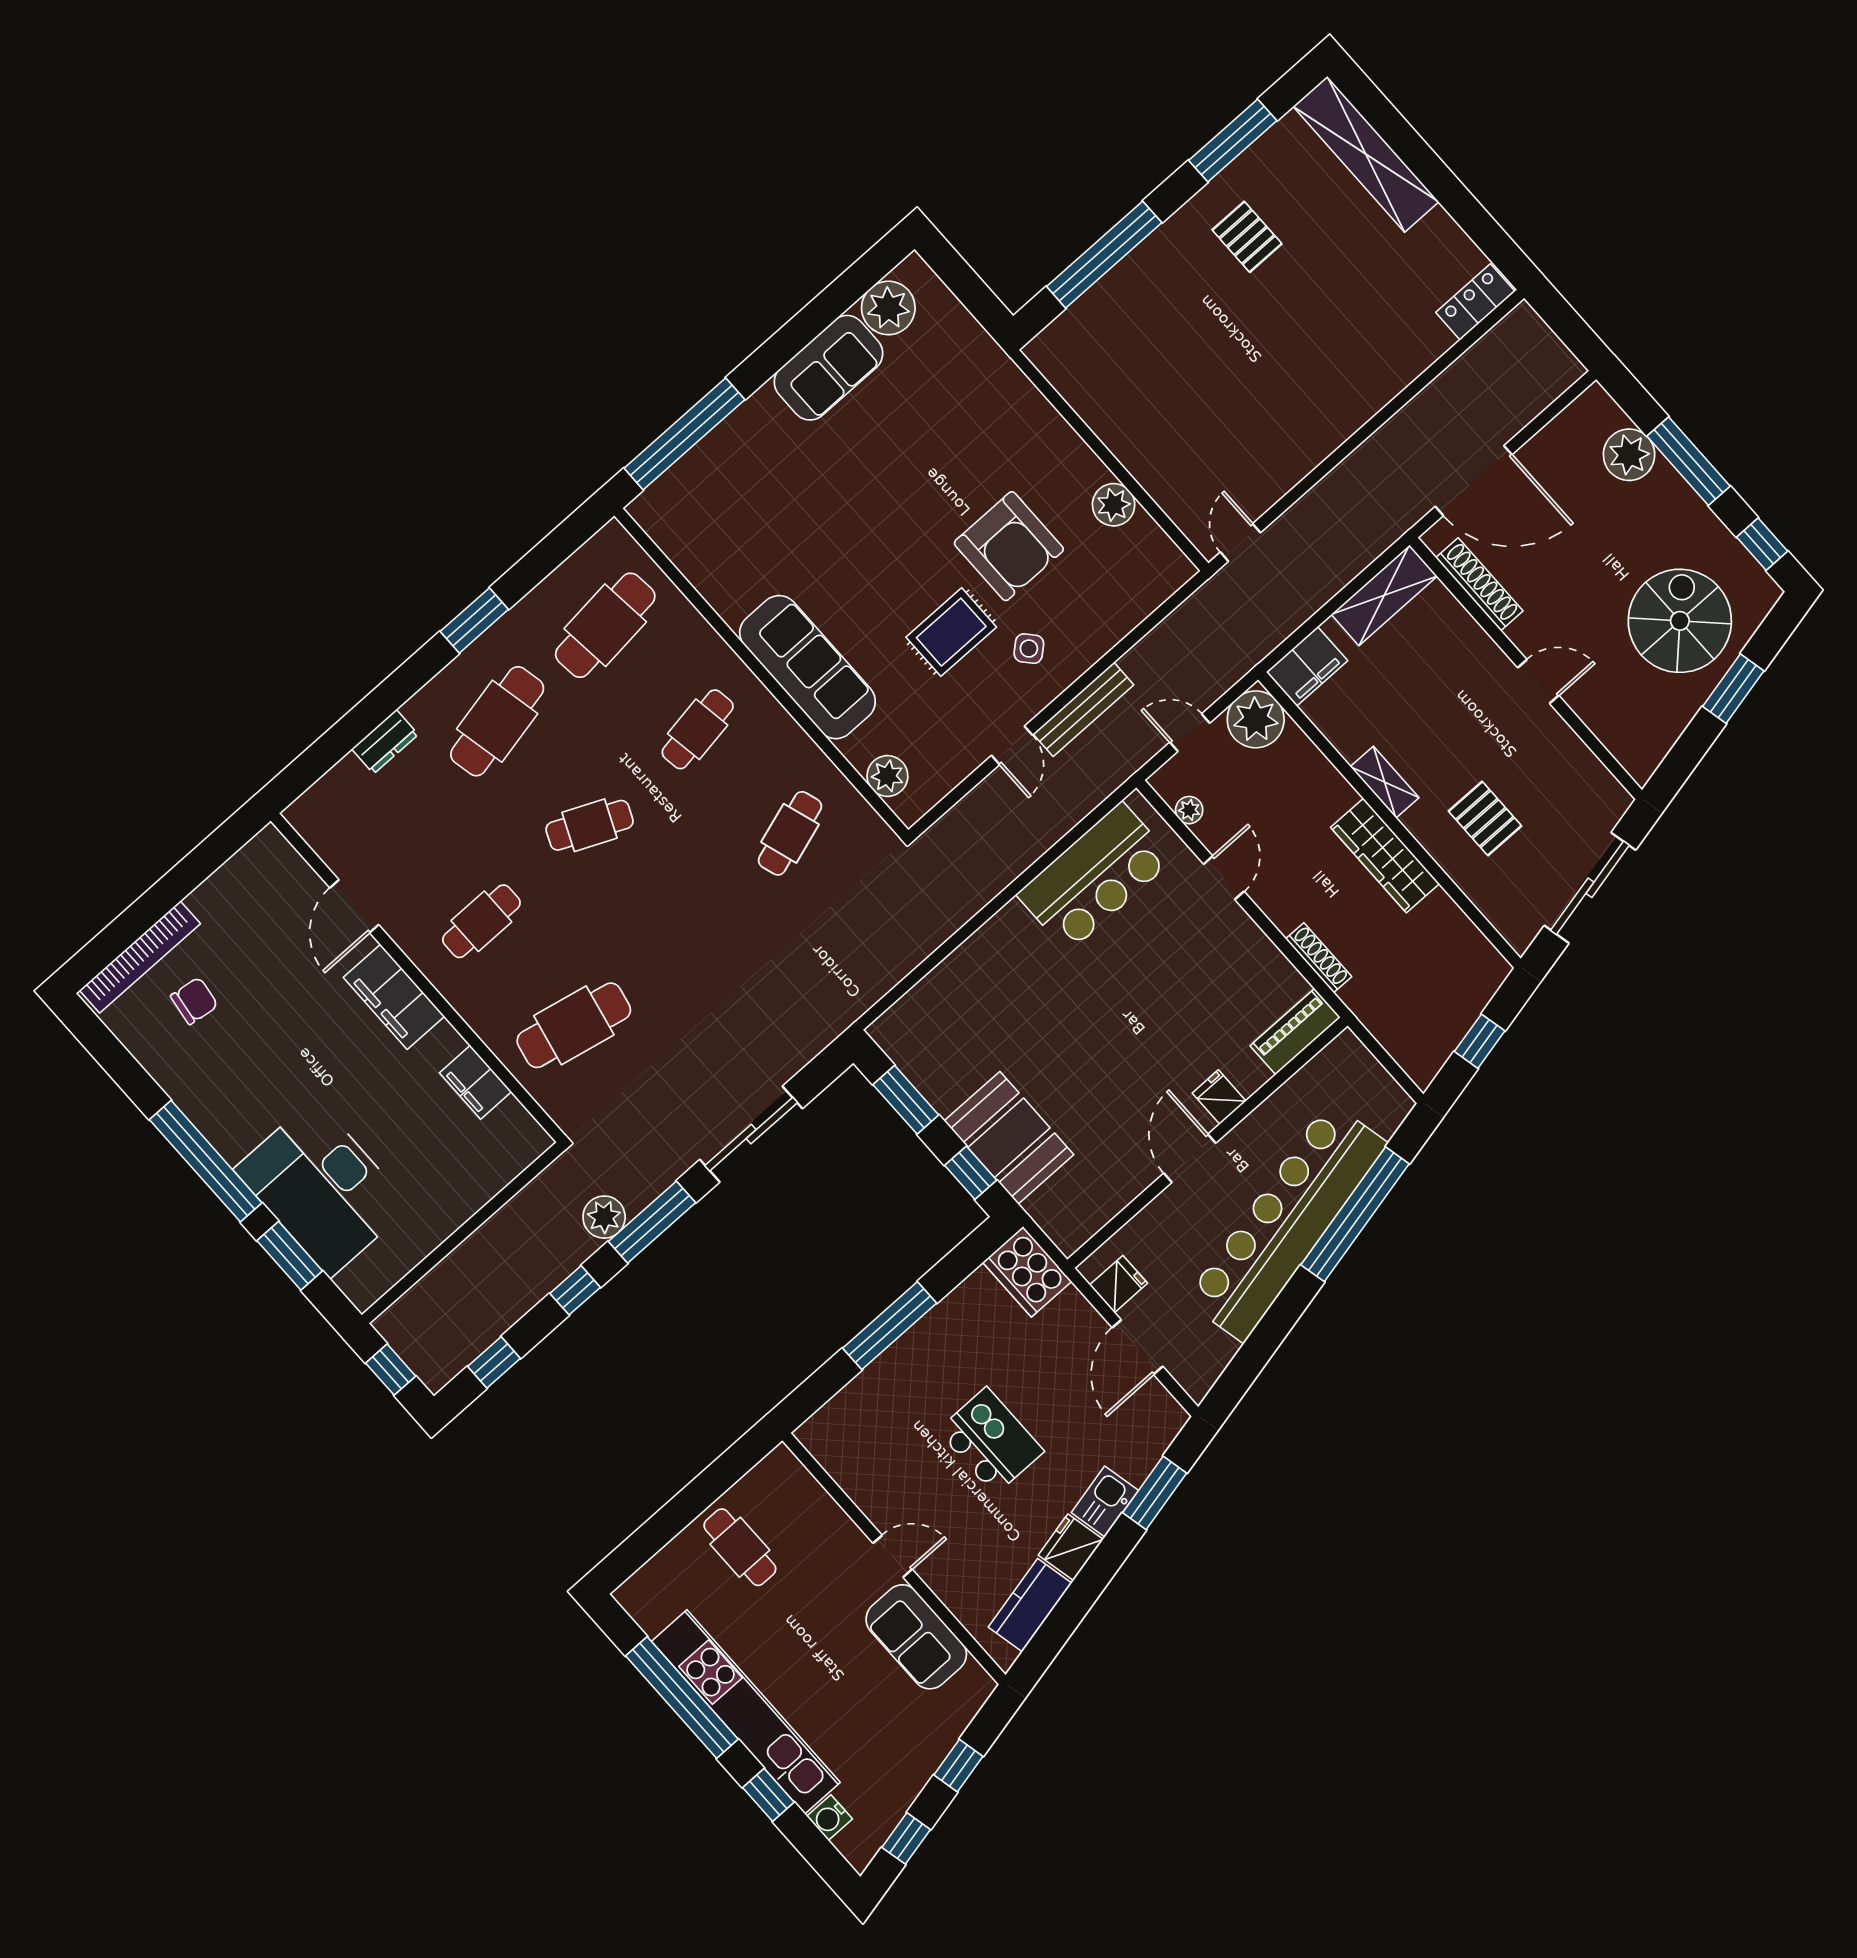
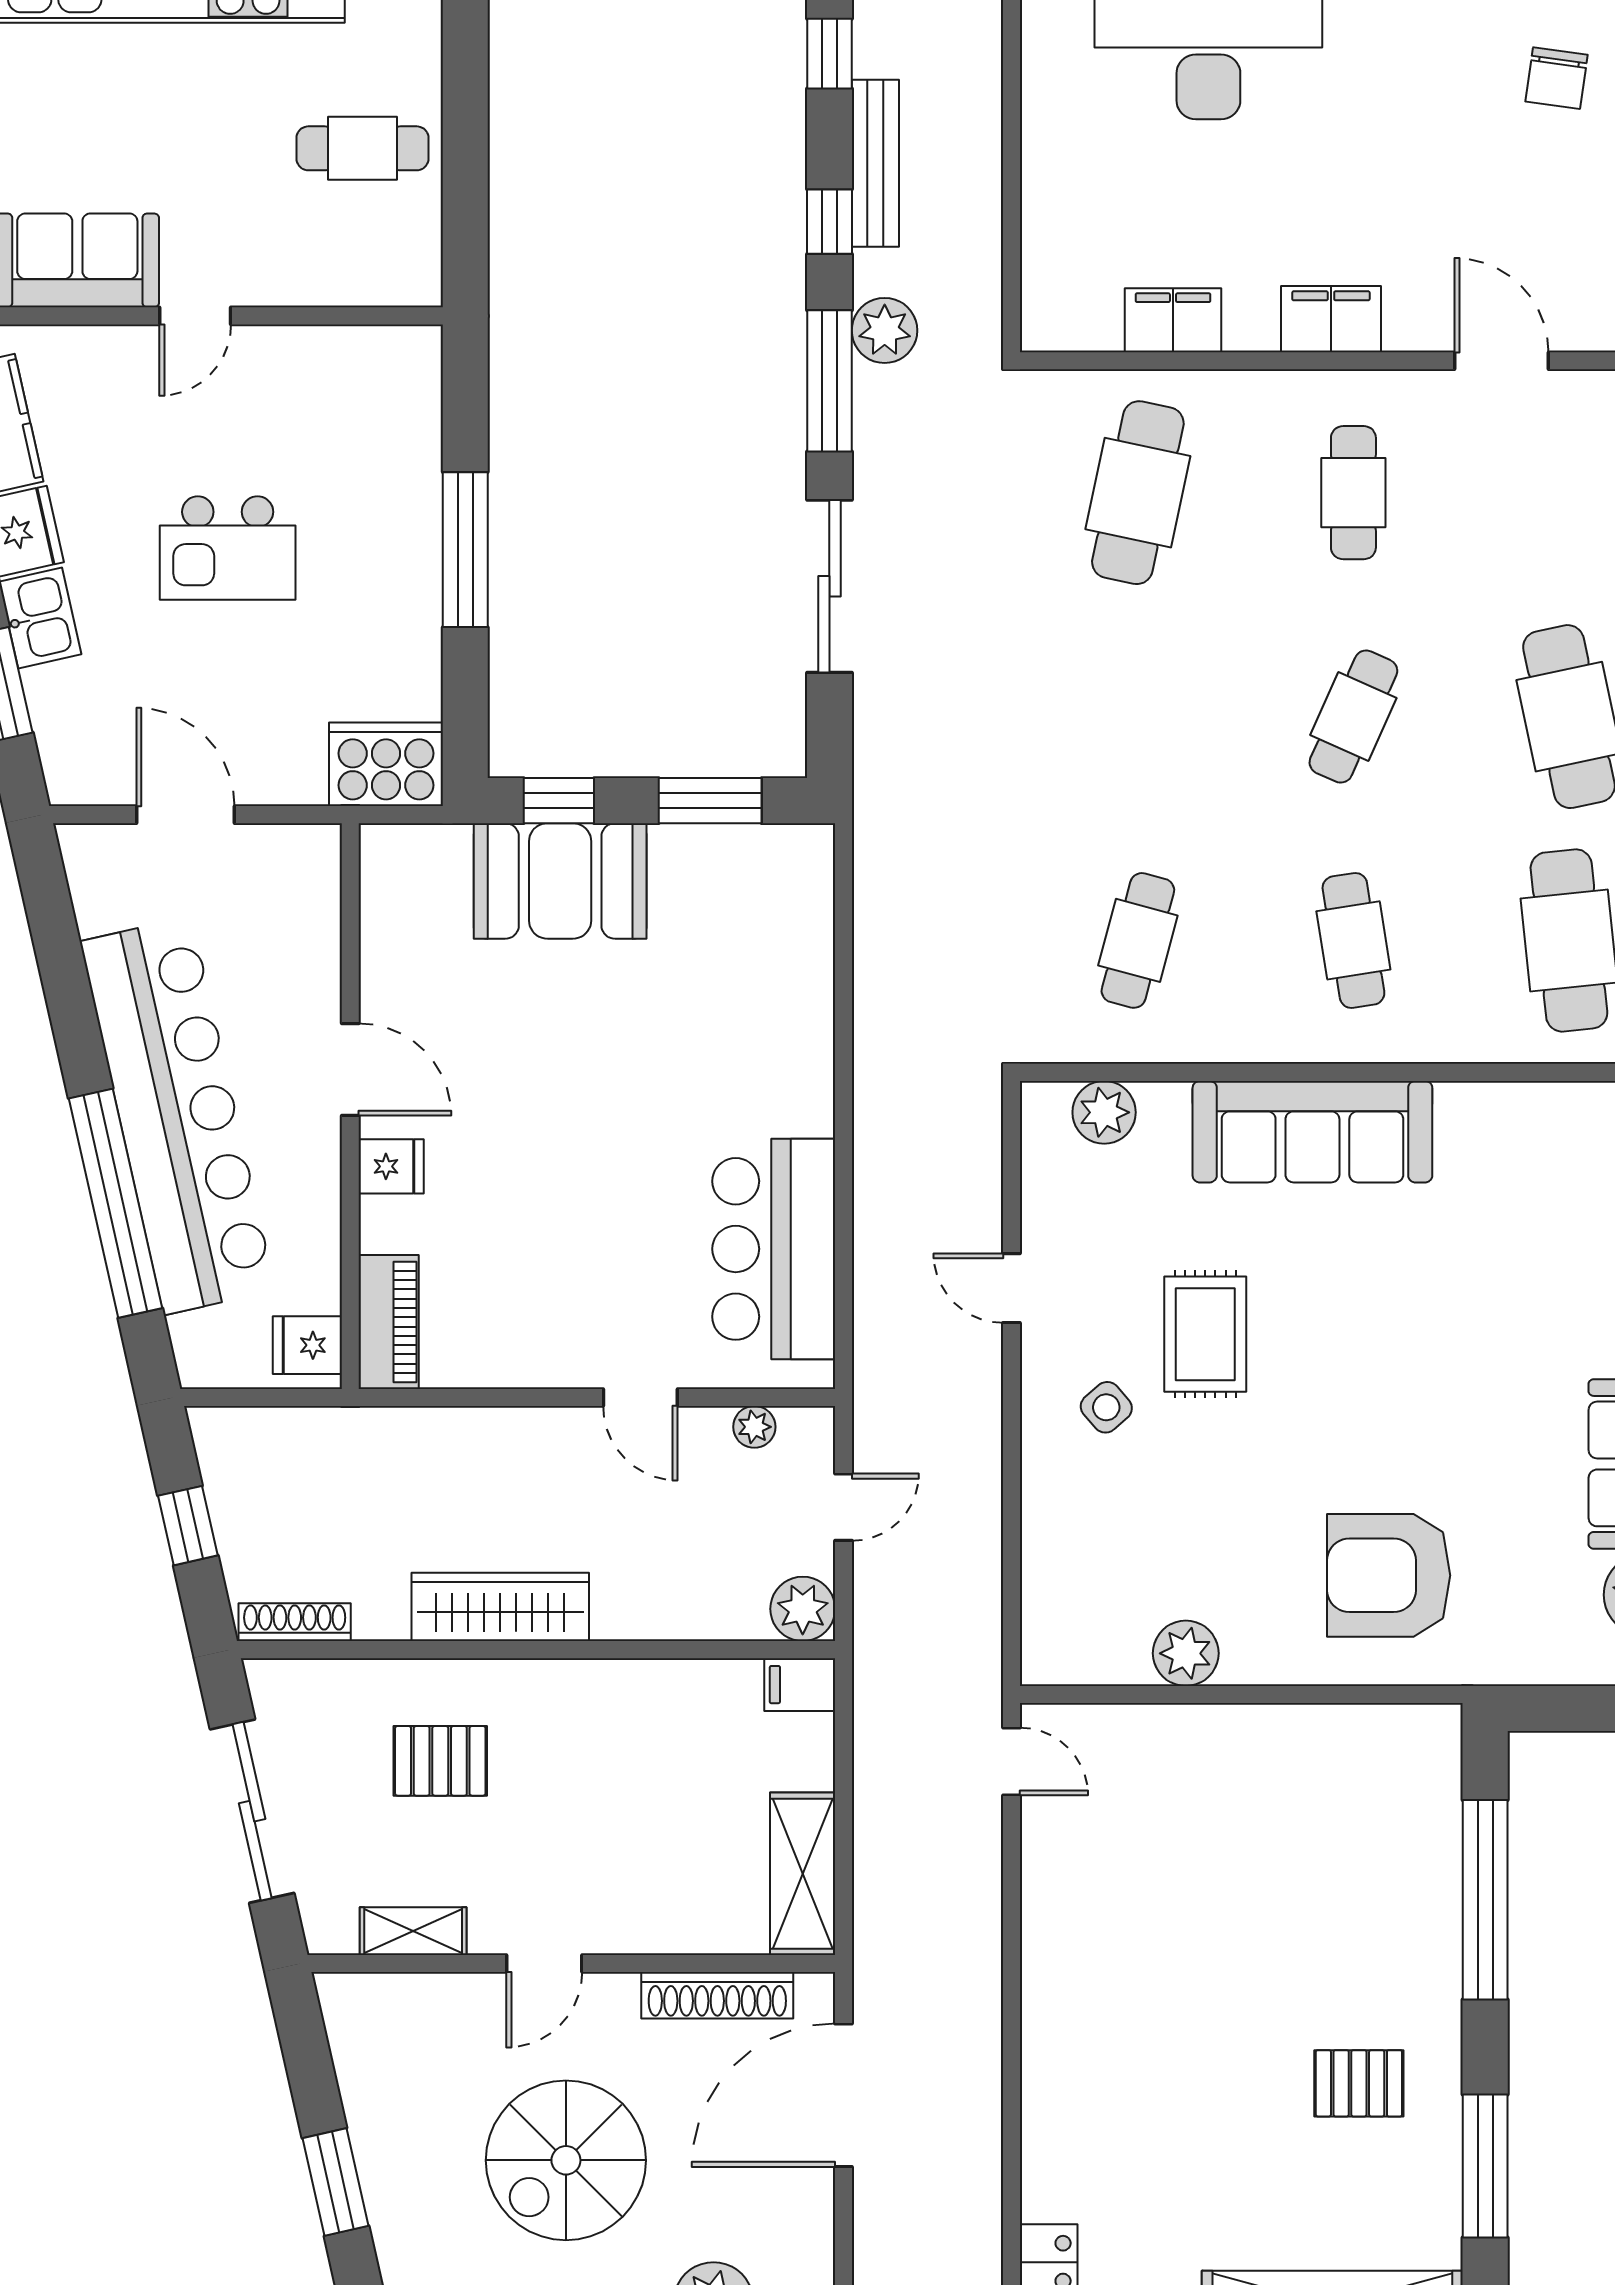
armchair: (1009, 546) -> (1389, 1575), moved
spiral stairs: (1680, 621) -> (566, 2160), moved, turned 90
filing cabinet: (1307, 666) -> (800, 1685), width x0.50
bench: (1083, 709) -> (875, 163), moved
plant: (1256, 719) -> (803, 1609), width x0.73, depth x0.73
shelving: (1385, 782) -> (413, 1931), moved
cafe table: (790, 833) -> (1138, 940), turned 33
shoe rack: (1319, 958) -> (295, 1622), moved, turned 180
filing cabinet: (394, 997) -> (1331, 319), width x0.67, depth x0.86
fridge: (1119, 1284) -> (307, 1345), moved, turned 90

